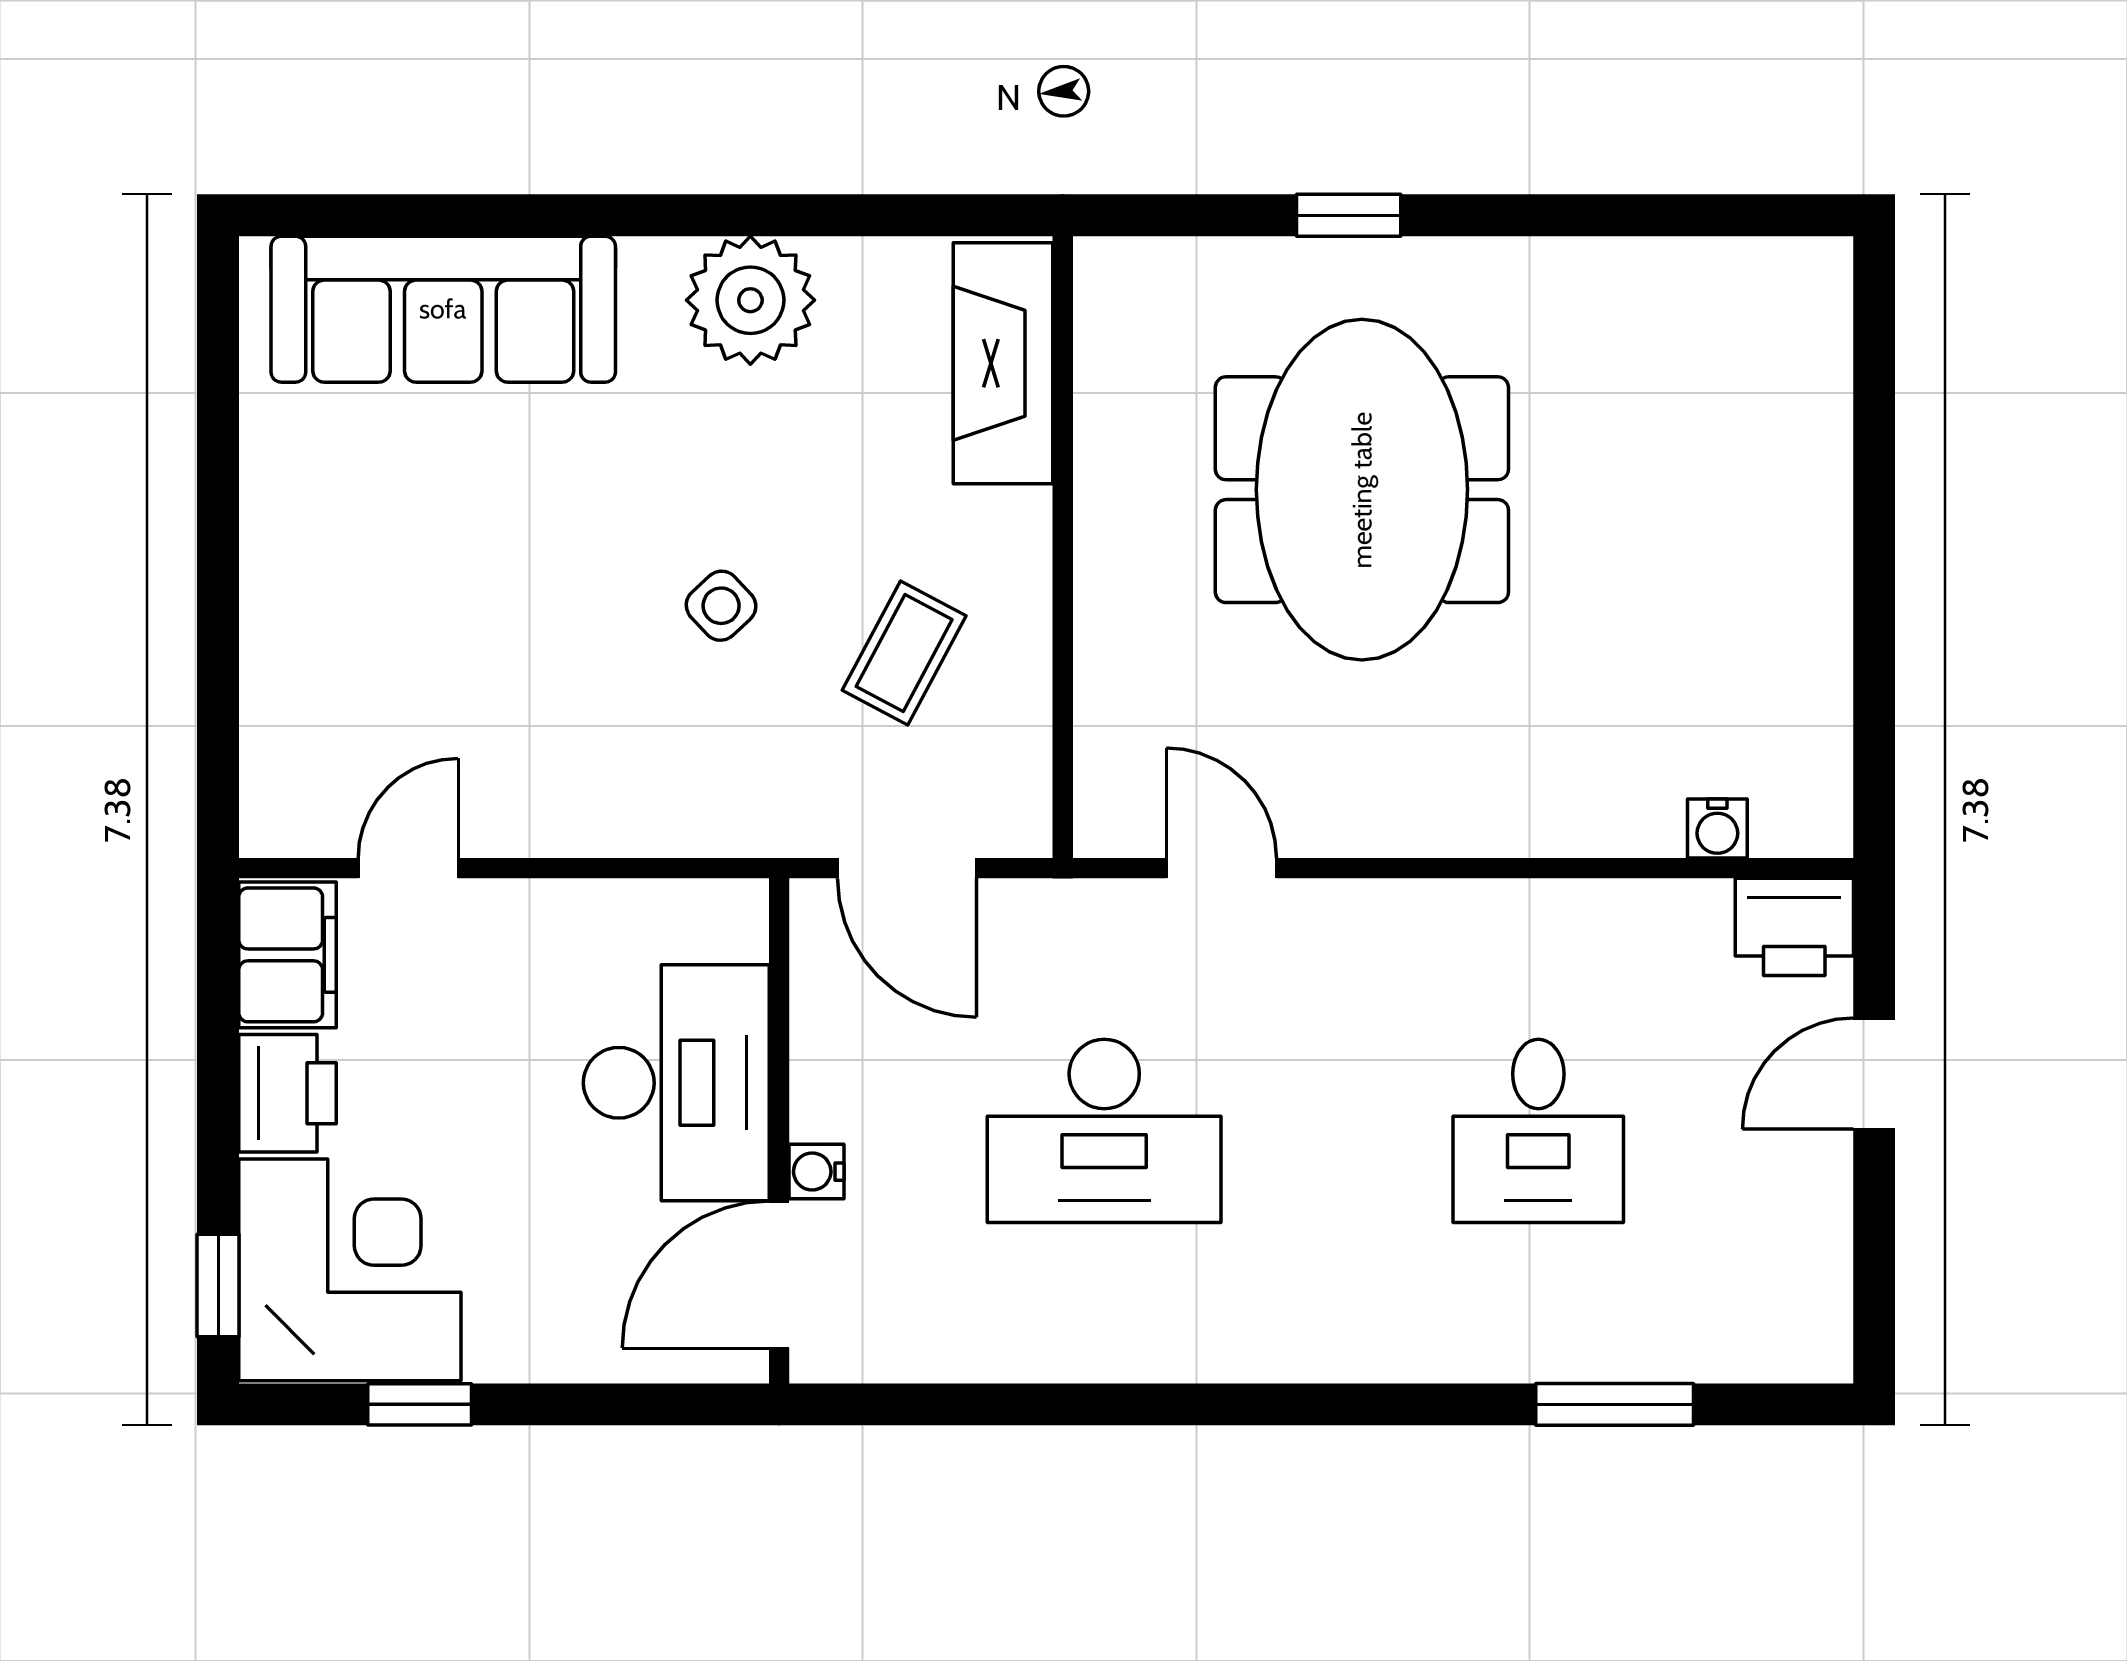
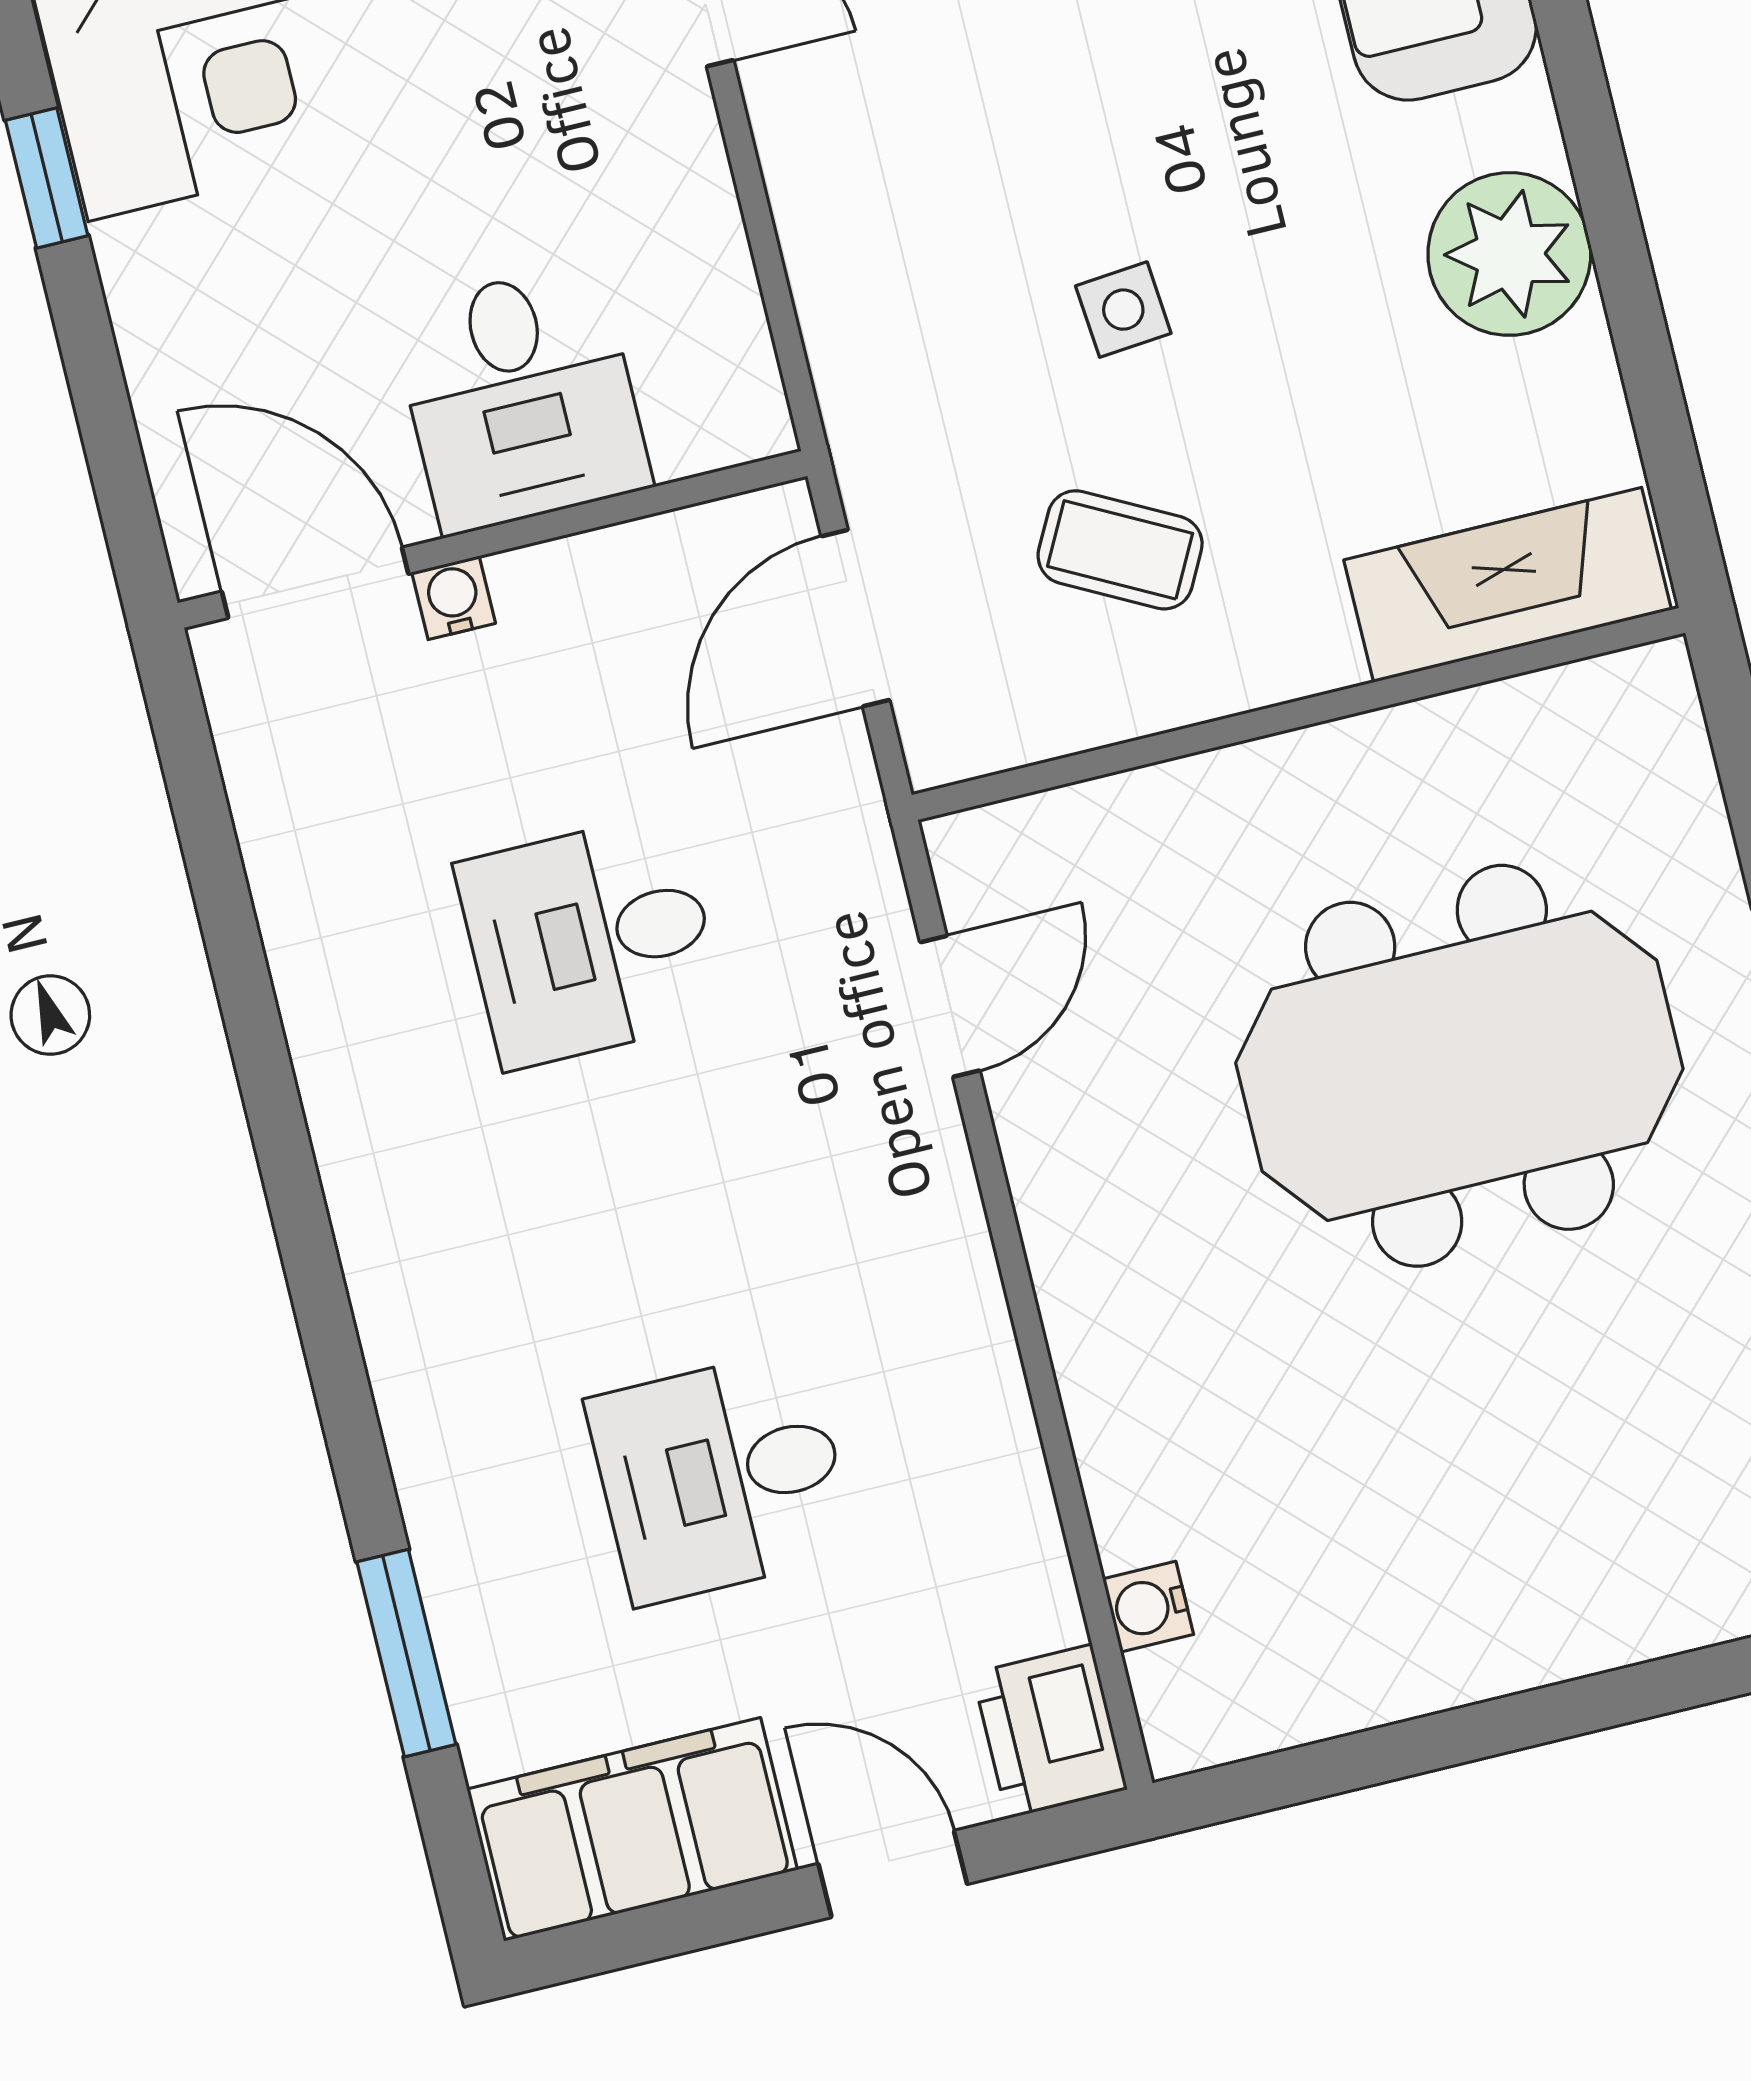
side table: (721, 606) -> (1123, 310), turned 38
desk: (676, 1083) -> (521, 398), width x0.73
desk: (1104, 1131) -> (590, 941), width x0.73
filing cabinet: (1792, 1265) -> (632, 1829), added

